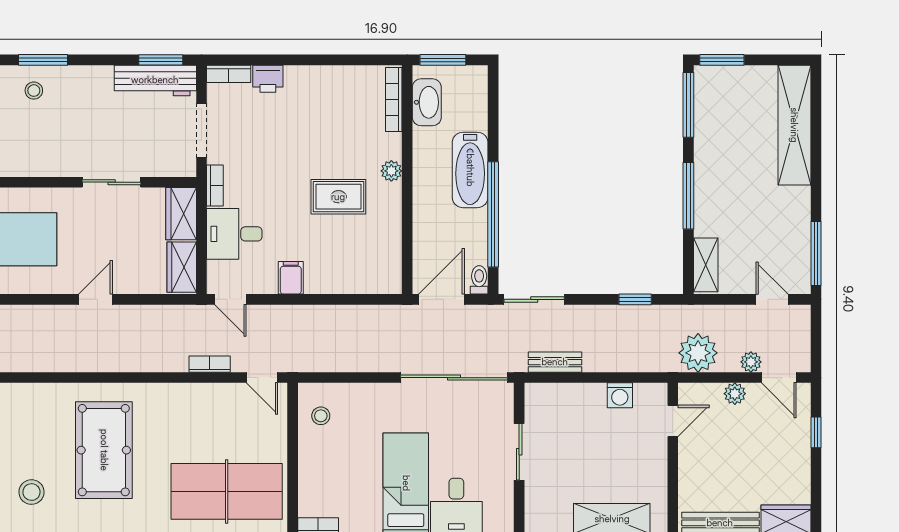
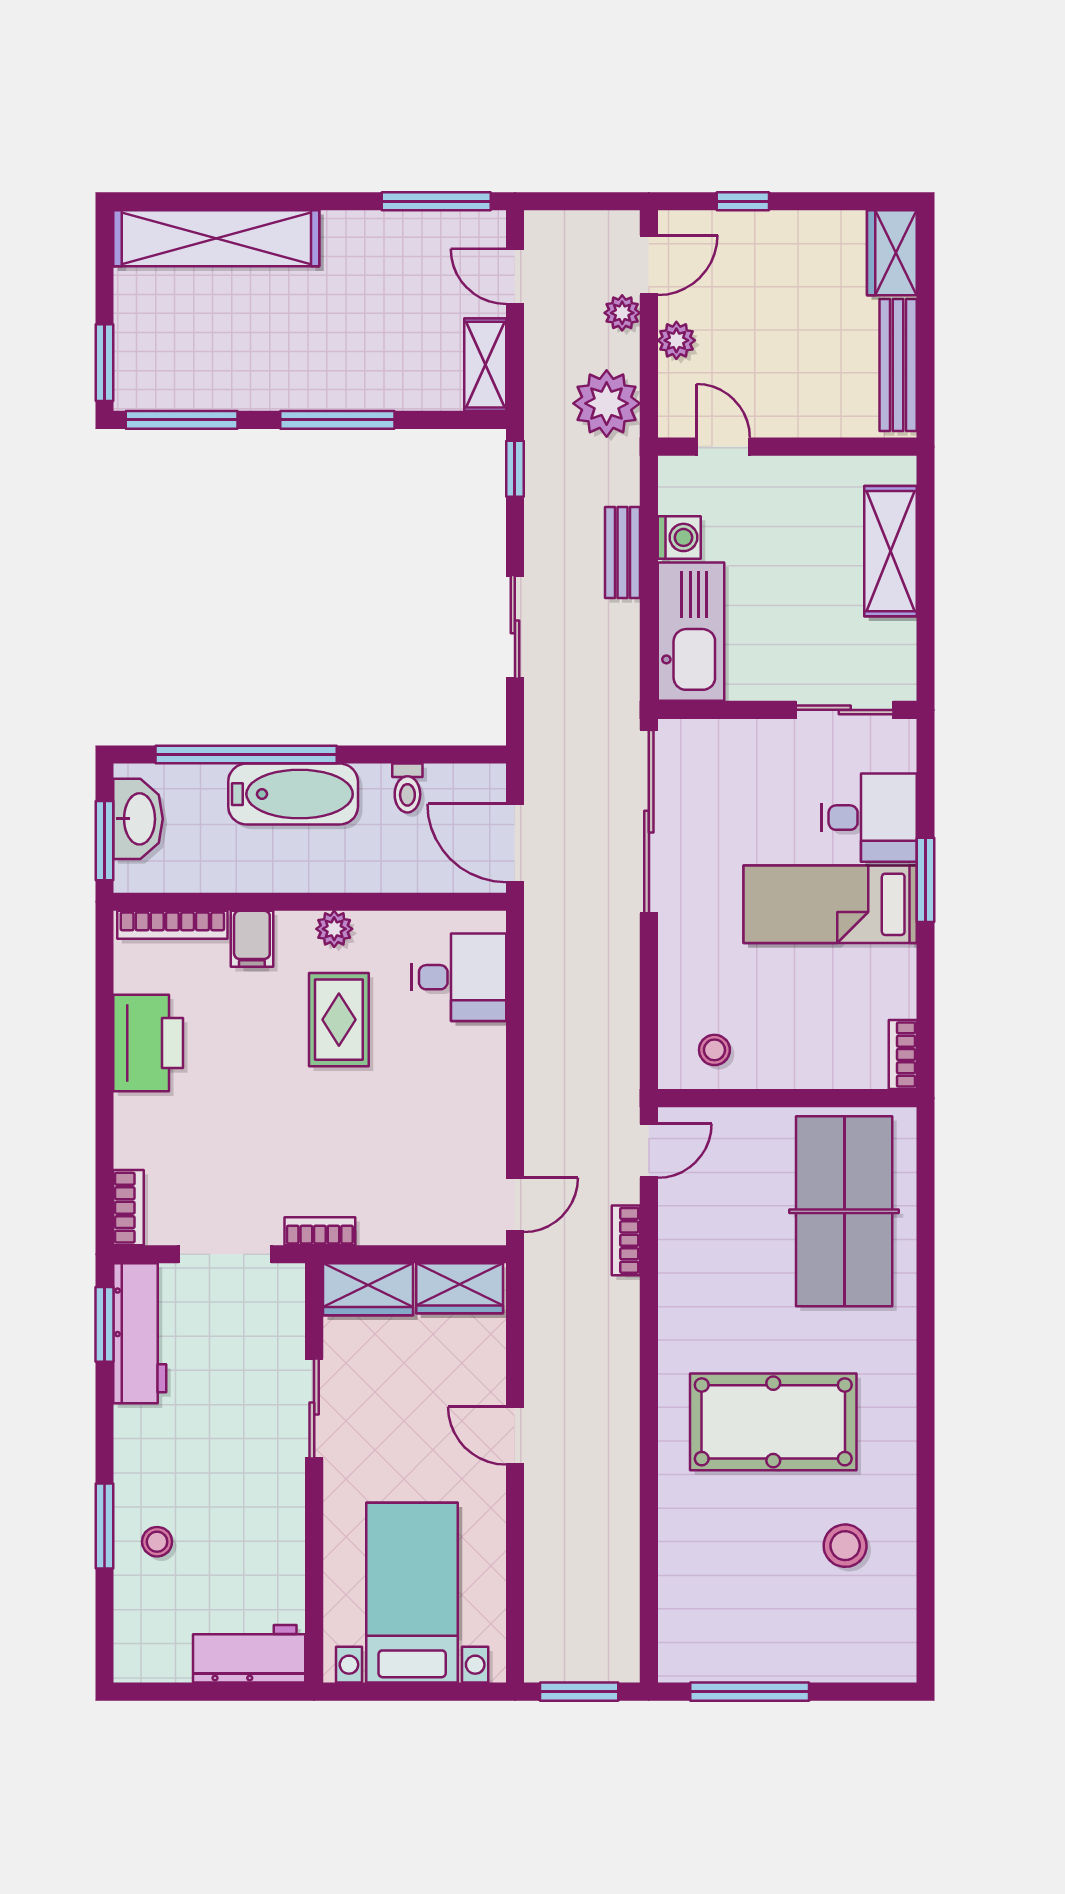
printer: (268, 79) -> (148, 1043), moved, width x1.87, depth x1.48
washbasin: (427, 102) -> (138, 819), moved, turned 90
plant: (391, 171) -> (334, 929), moved
window: (493, 214) -> (246, 755), moved
desk: (234, 234) -> (459, 977), moved, turned -90
shelving: (706, 265) -> (485, 365), moved, turned 90
filing cabinet: (291, 278) -> (252, 939), moved, turned -90
toilet: (479, 280) -> (407, 788), moved, turned -90
sliding door: (534, 299) -> (515, 627), moved
window: (635, 299) -> (515, 469), moved
door: (772, 299) -> (515, 277), hinge flipped
bench: (555, 362) -> (622, 552), moved
kitchen sink: (565, 402) -> (691, 632), added
sliding door: (519, 452) -> (845, 710), moved

